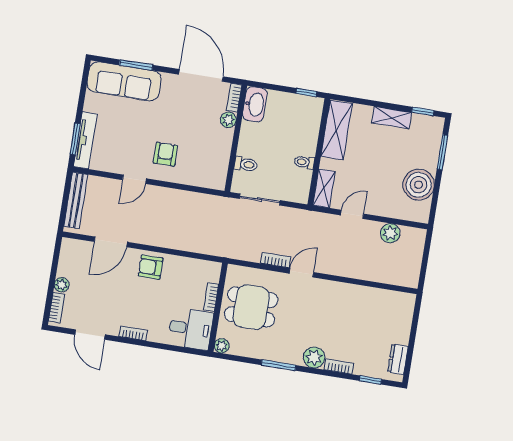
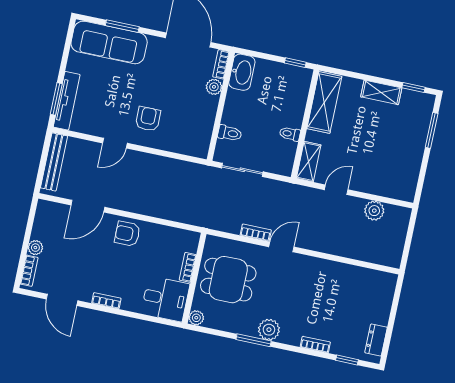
boiler: (419, 185) -> (406, 162), removed
plant: (314, 357) -> (269, 330), moved

